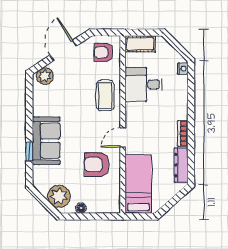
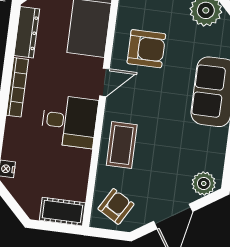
armchair: (104, 52) -> (116, 206), turned -60
desk: (144, 84) -> (69, 121), moved
bookcase: (183, 133) -> (17, 87), width x1.56

